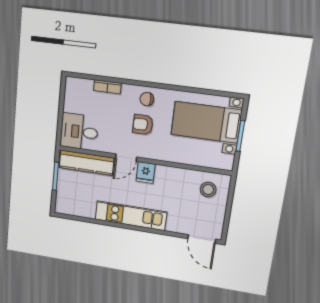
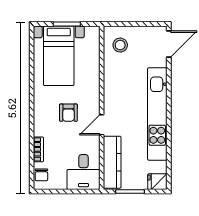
chair: (147, 99) -> (41, 175), moved
door: (126, 158) -> (102, 125), swing flipped
fridge: (146, 173) -> (157, 182), moved, turned 180
kitchen unit: (131, 216) -> (157, 114), width x1.36

